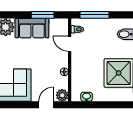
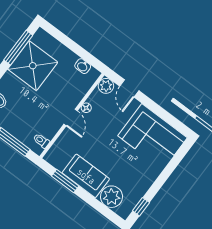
door: (70, 44) -> (71, 117), moved
door: (46, 105) -> (129, 88), hinge flipped

